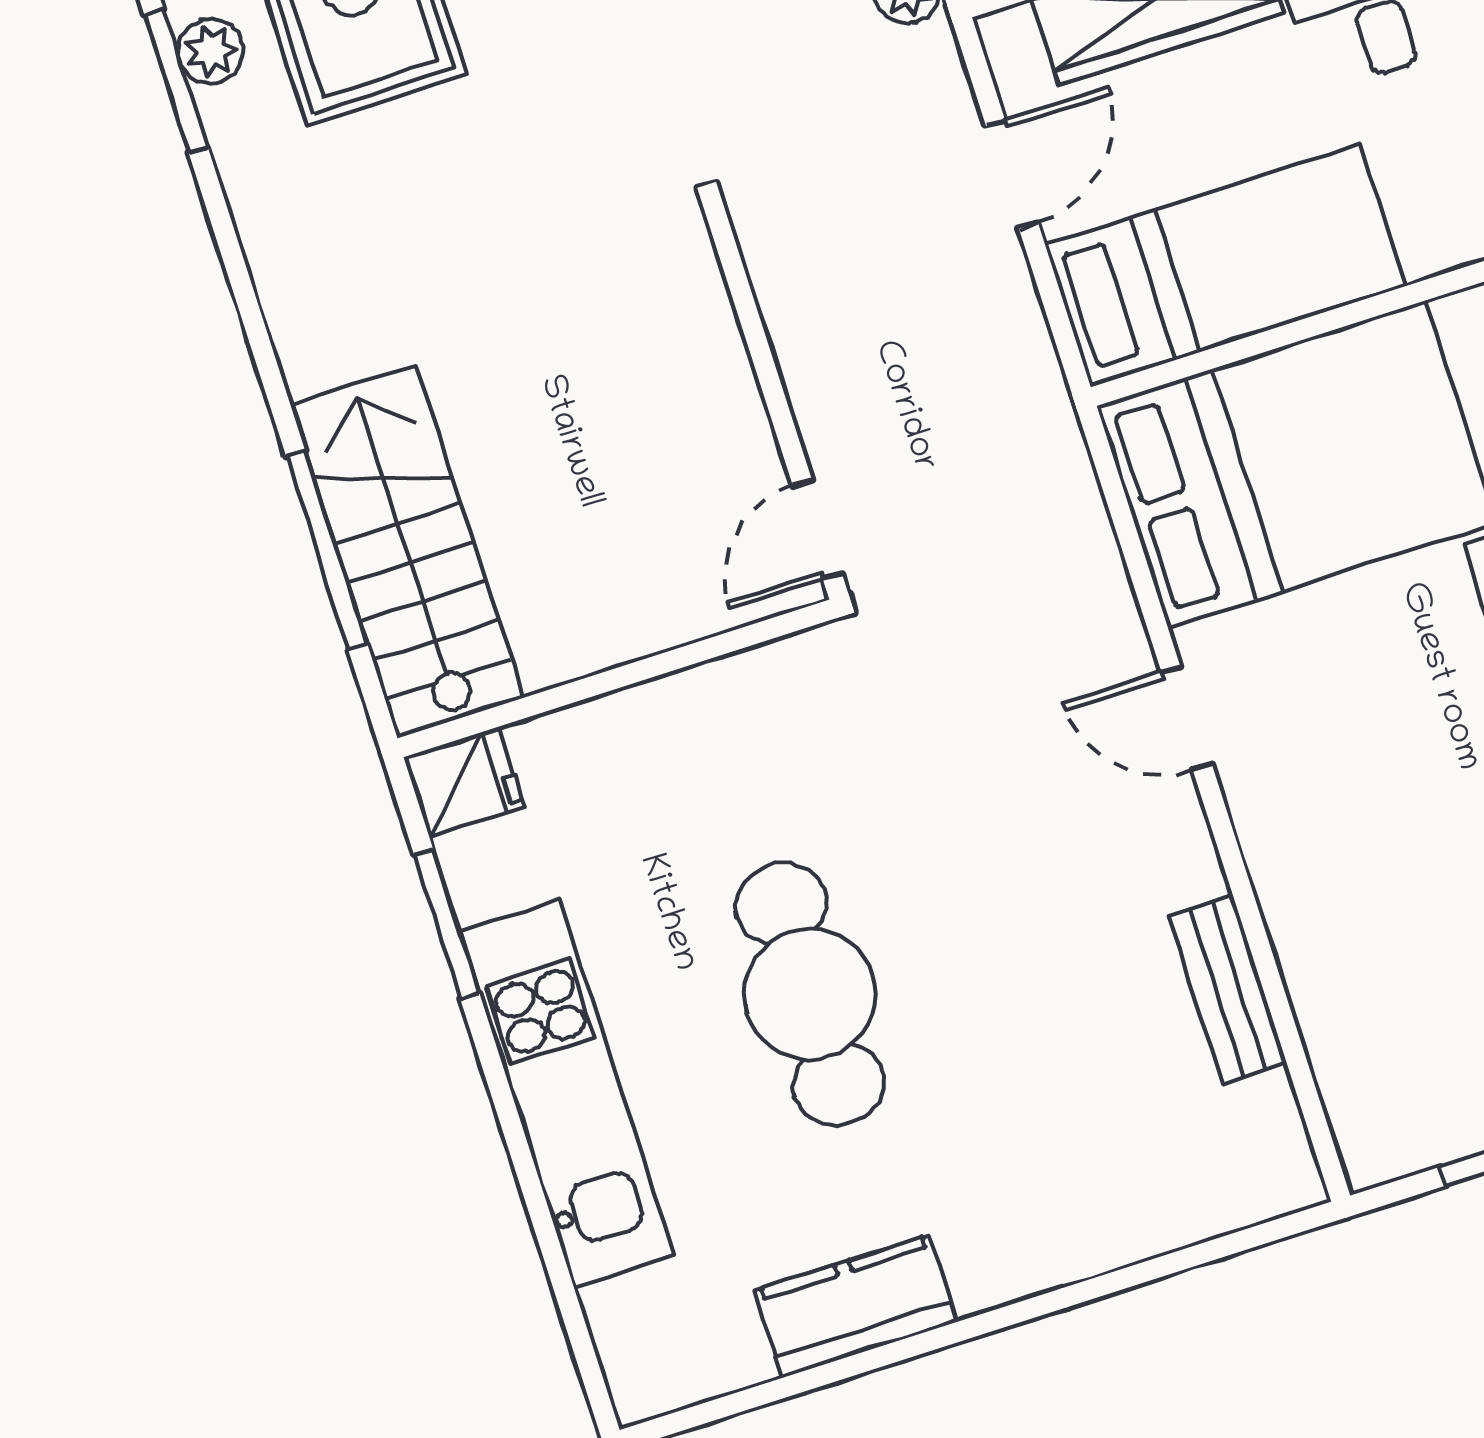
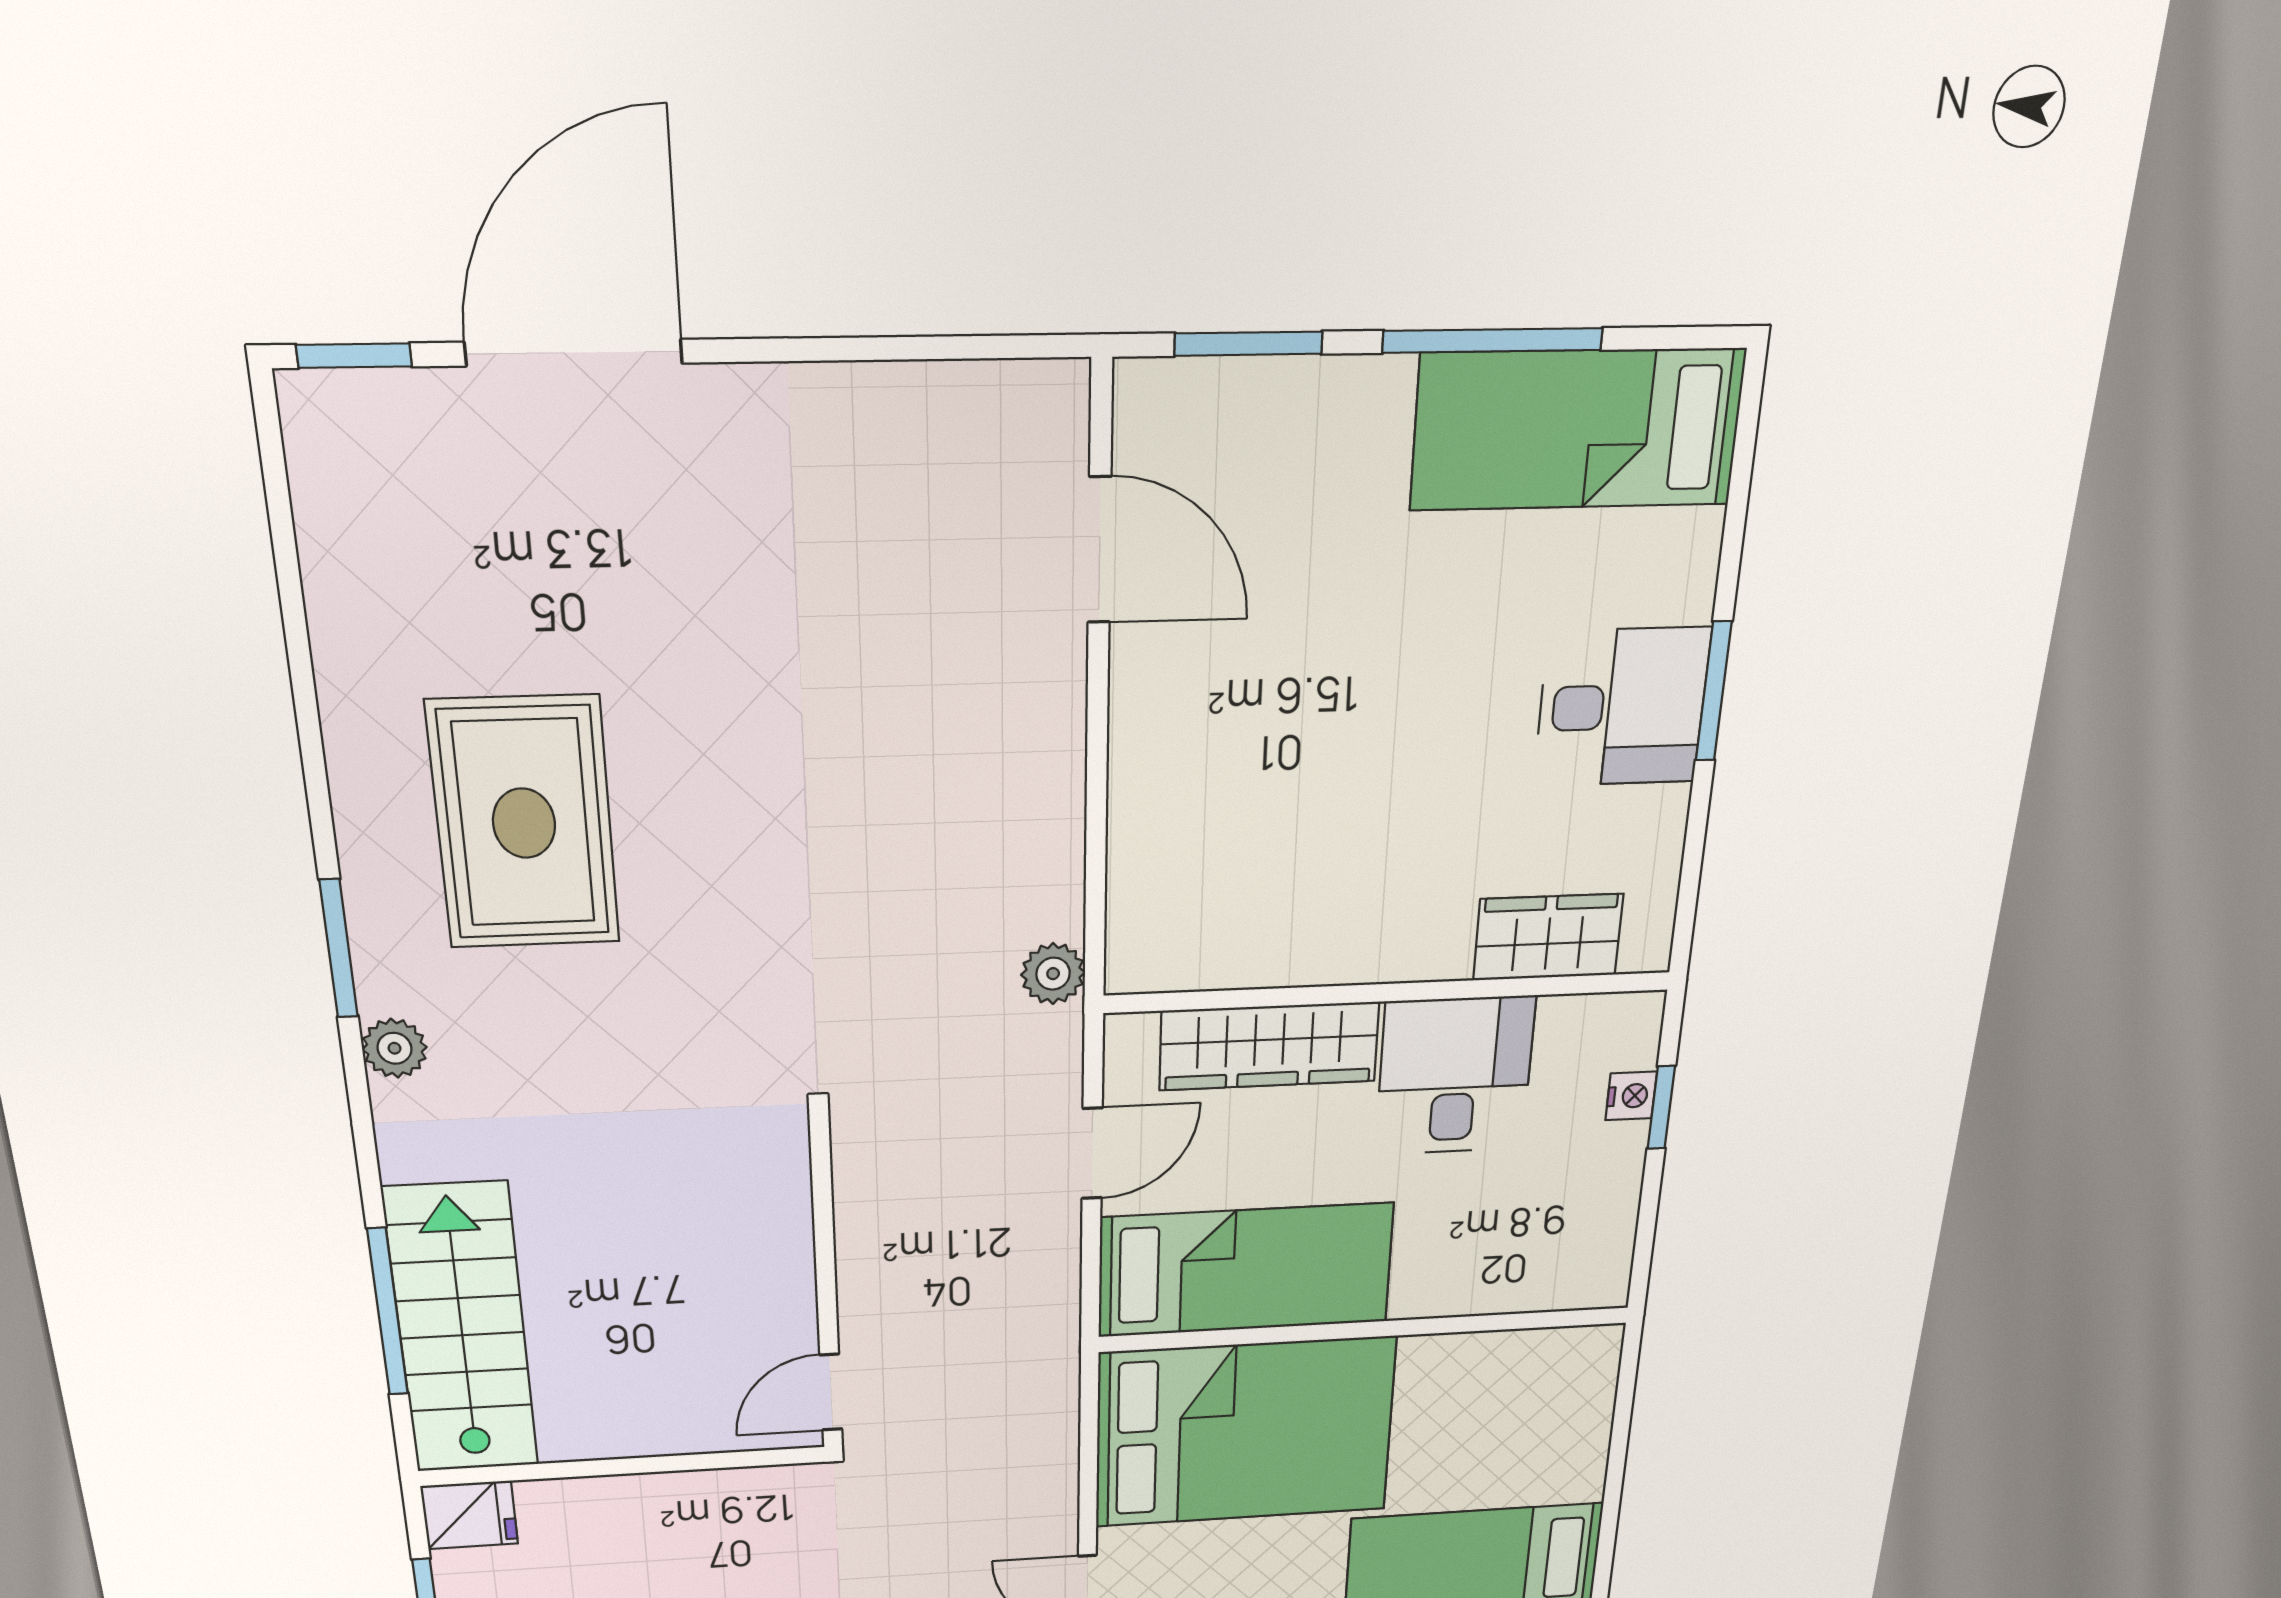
plant: (211, 51) -> (395, 1048), moved
window: (176, 81) -> (339, 949), moved

